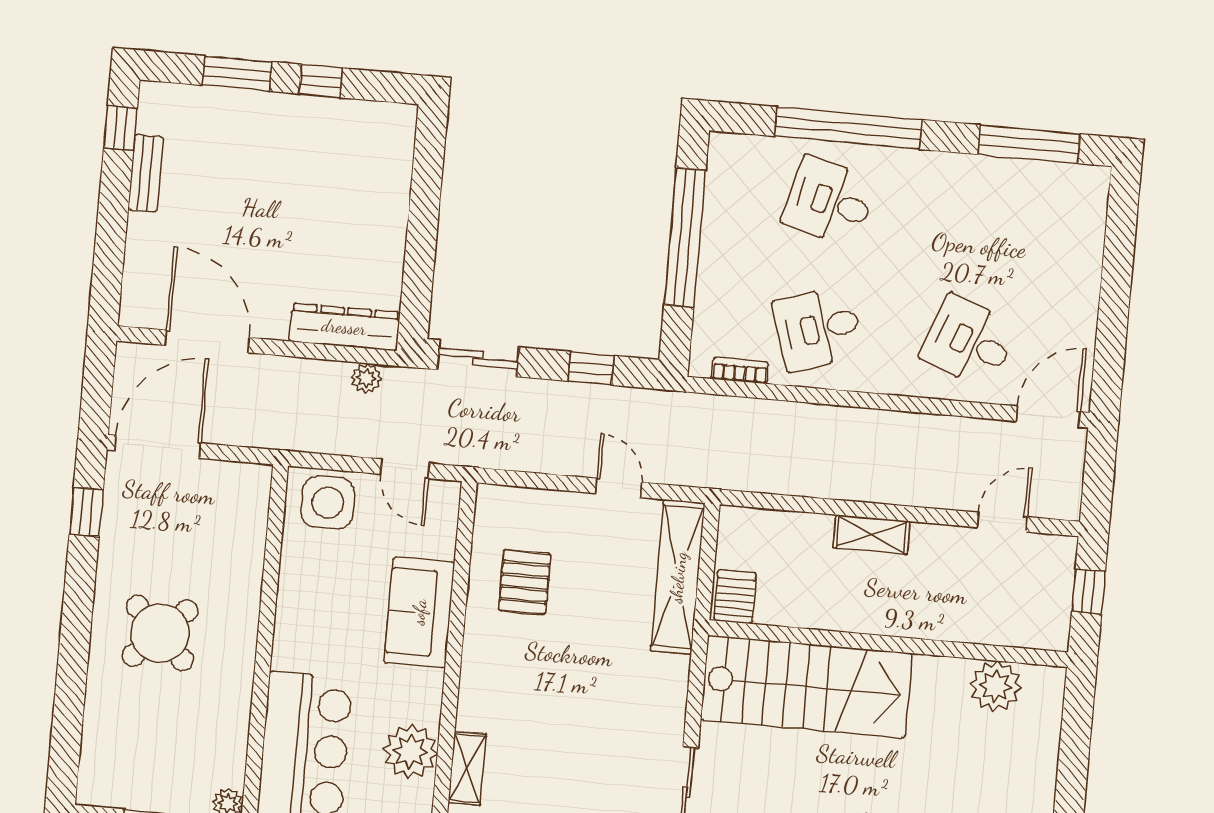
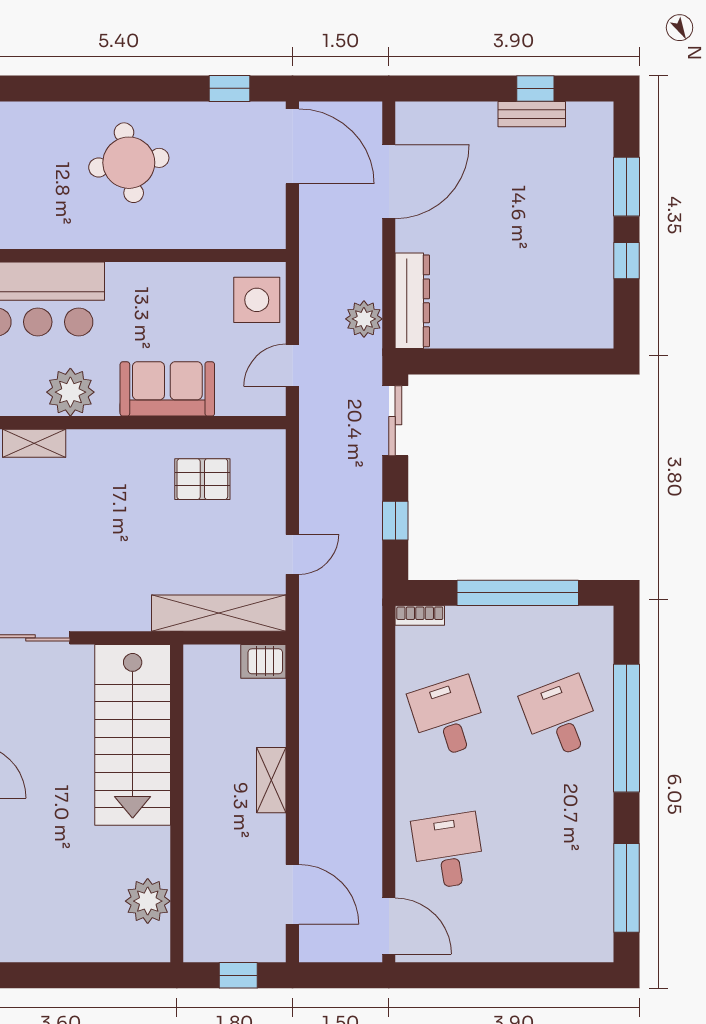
window: (121, 128) -> (535, 88), moved
desk: (830, 201) -> (561, 717), turned -36
desk: (969, 342) -> (448, 851), turned -30
bookcase: (740, 370) -> (420, 616), moved, turned 90
plant: (366, 378) -> (364, 319), width x1.38, depth x1.38
door: (1002, 522) -> (292, 894), width x1.38
server rack: (735, 597) -> (263, 661), moved, turned 180
round table: (160, 633) -> (129, 163), turned 36
plant: (410, 751) -> (70, 392), moved

